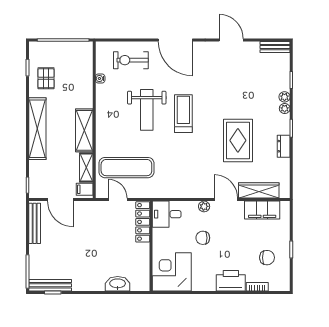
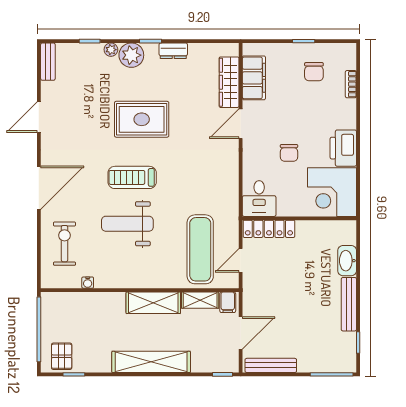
exercise bike: (131, 60) -> (64, 244), turned 180
pallet: (46, 78) -> (62, 356), moved, turned 90
plant: (285, 109) -> (131, 55), width x1.88, depth x1.88
weight bench: (147, 110) -> (127, 224), turned 180
rug: (238, 140) -> (142, 119), moved
plant: (204, 206) -> (249, 151), removed
chair: (267, 258) -> (314, 72), turned 180
printer: (231, 281) -> (343, 148), moved
bench: (50, 285) -> (349, 304), moved

